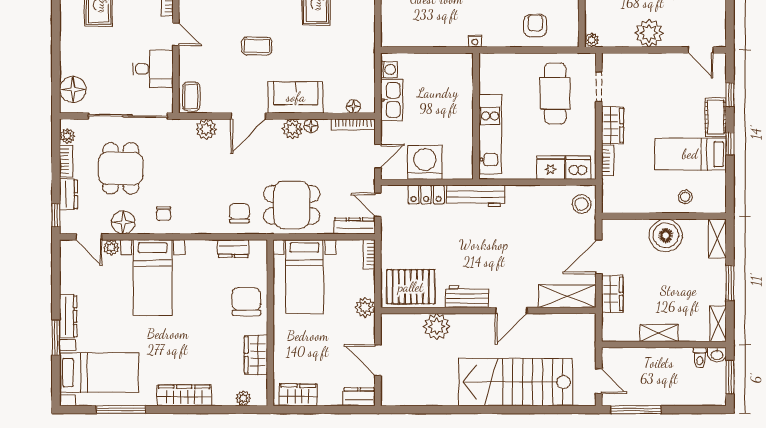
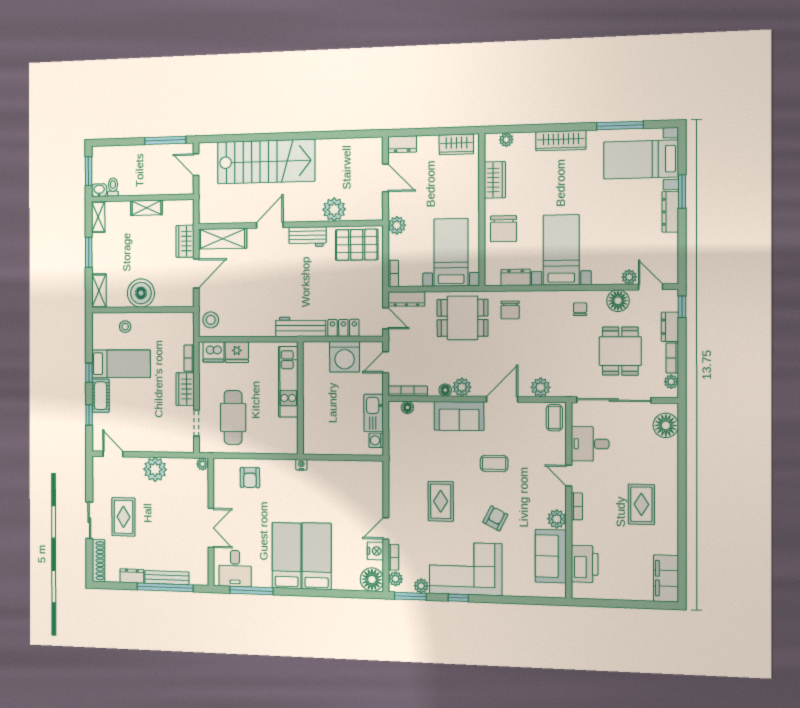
bed with nightstands: (153, 278) -> (561, 250), moved

